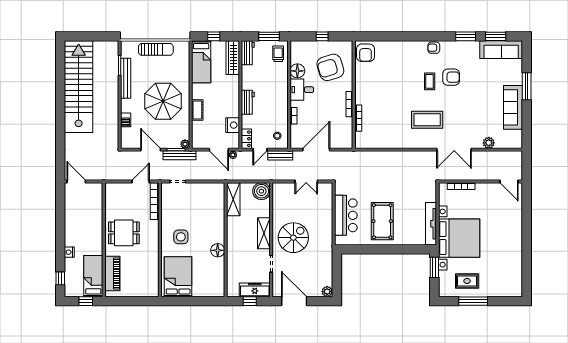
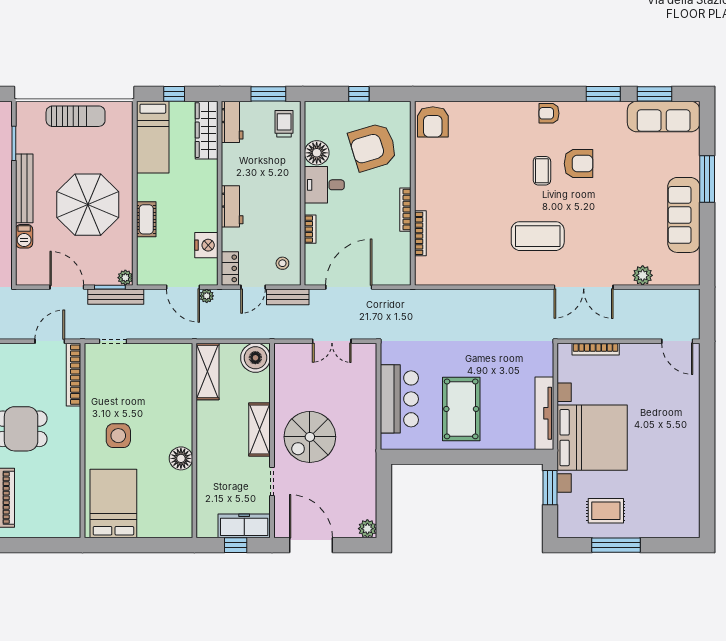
bench: (126, 78) -> (24, 188), moved
spiral stairs: (293, 238) -> (310, 437), turned 180

